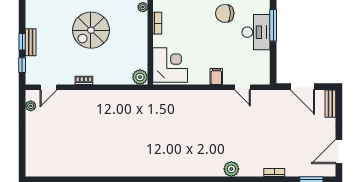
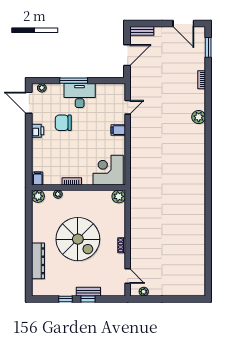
chair: (225, 13) -> (63, 123), turned 90
spiral stairs: (91, 30) -> (78, 239), width x1.37, depth x1.37
window: (22, 65) -> (66, 299), moved

